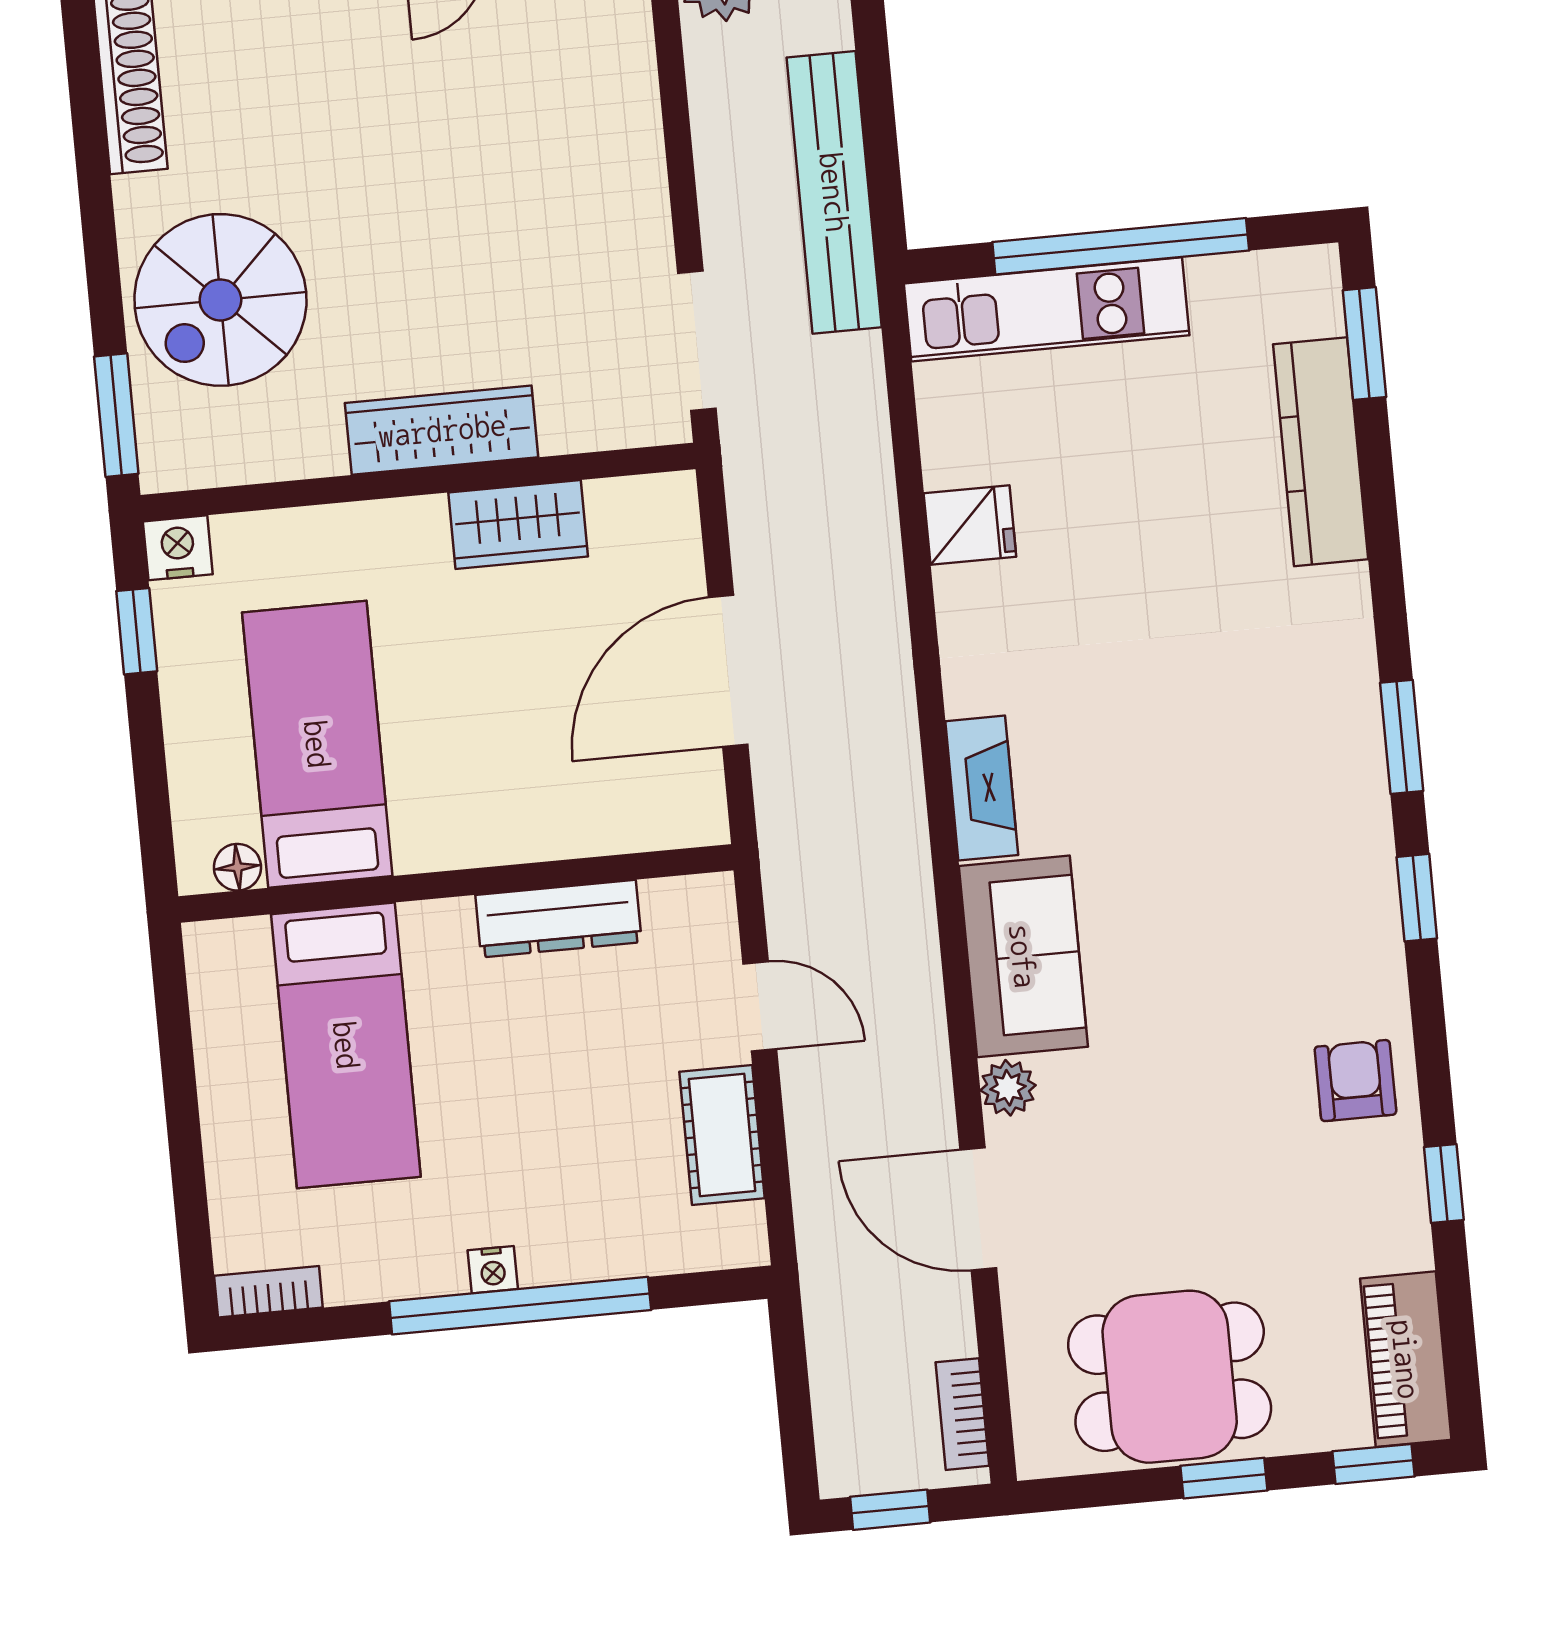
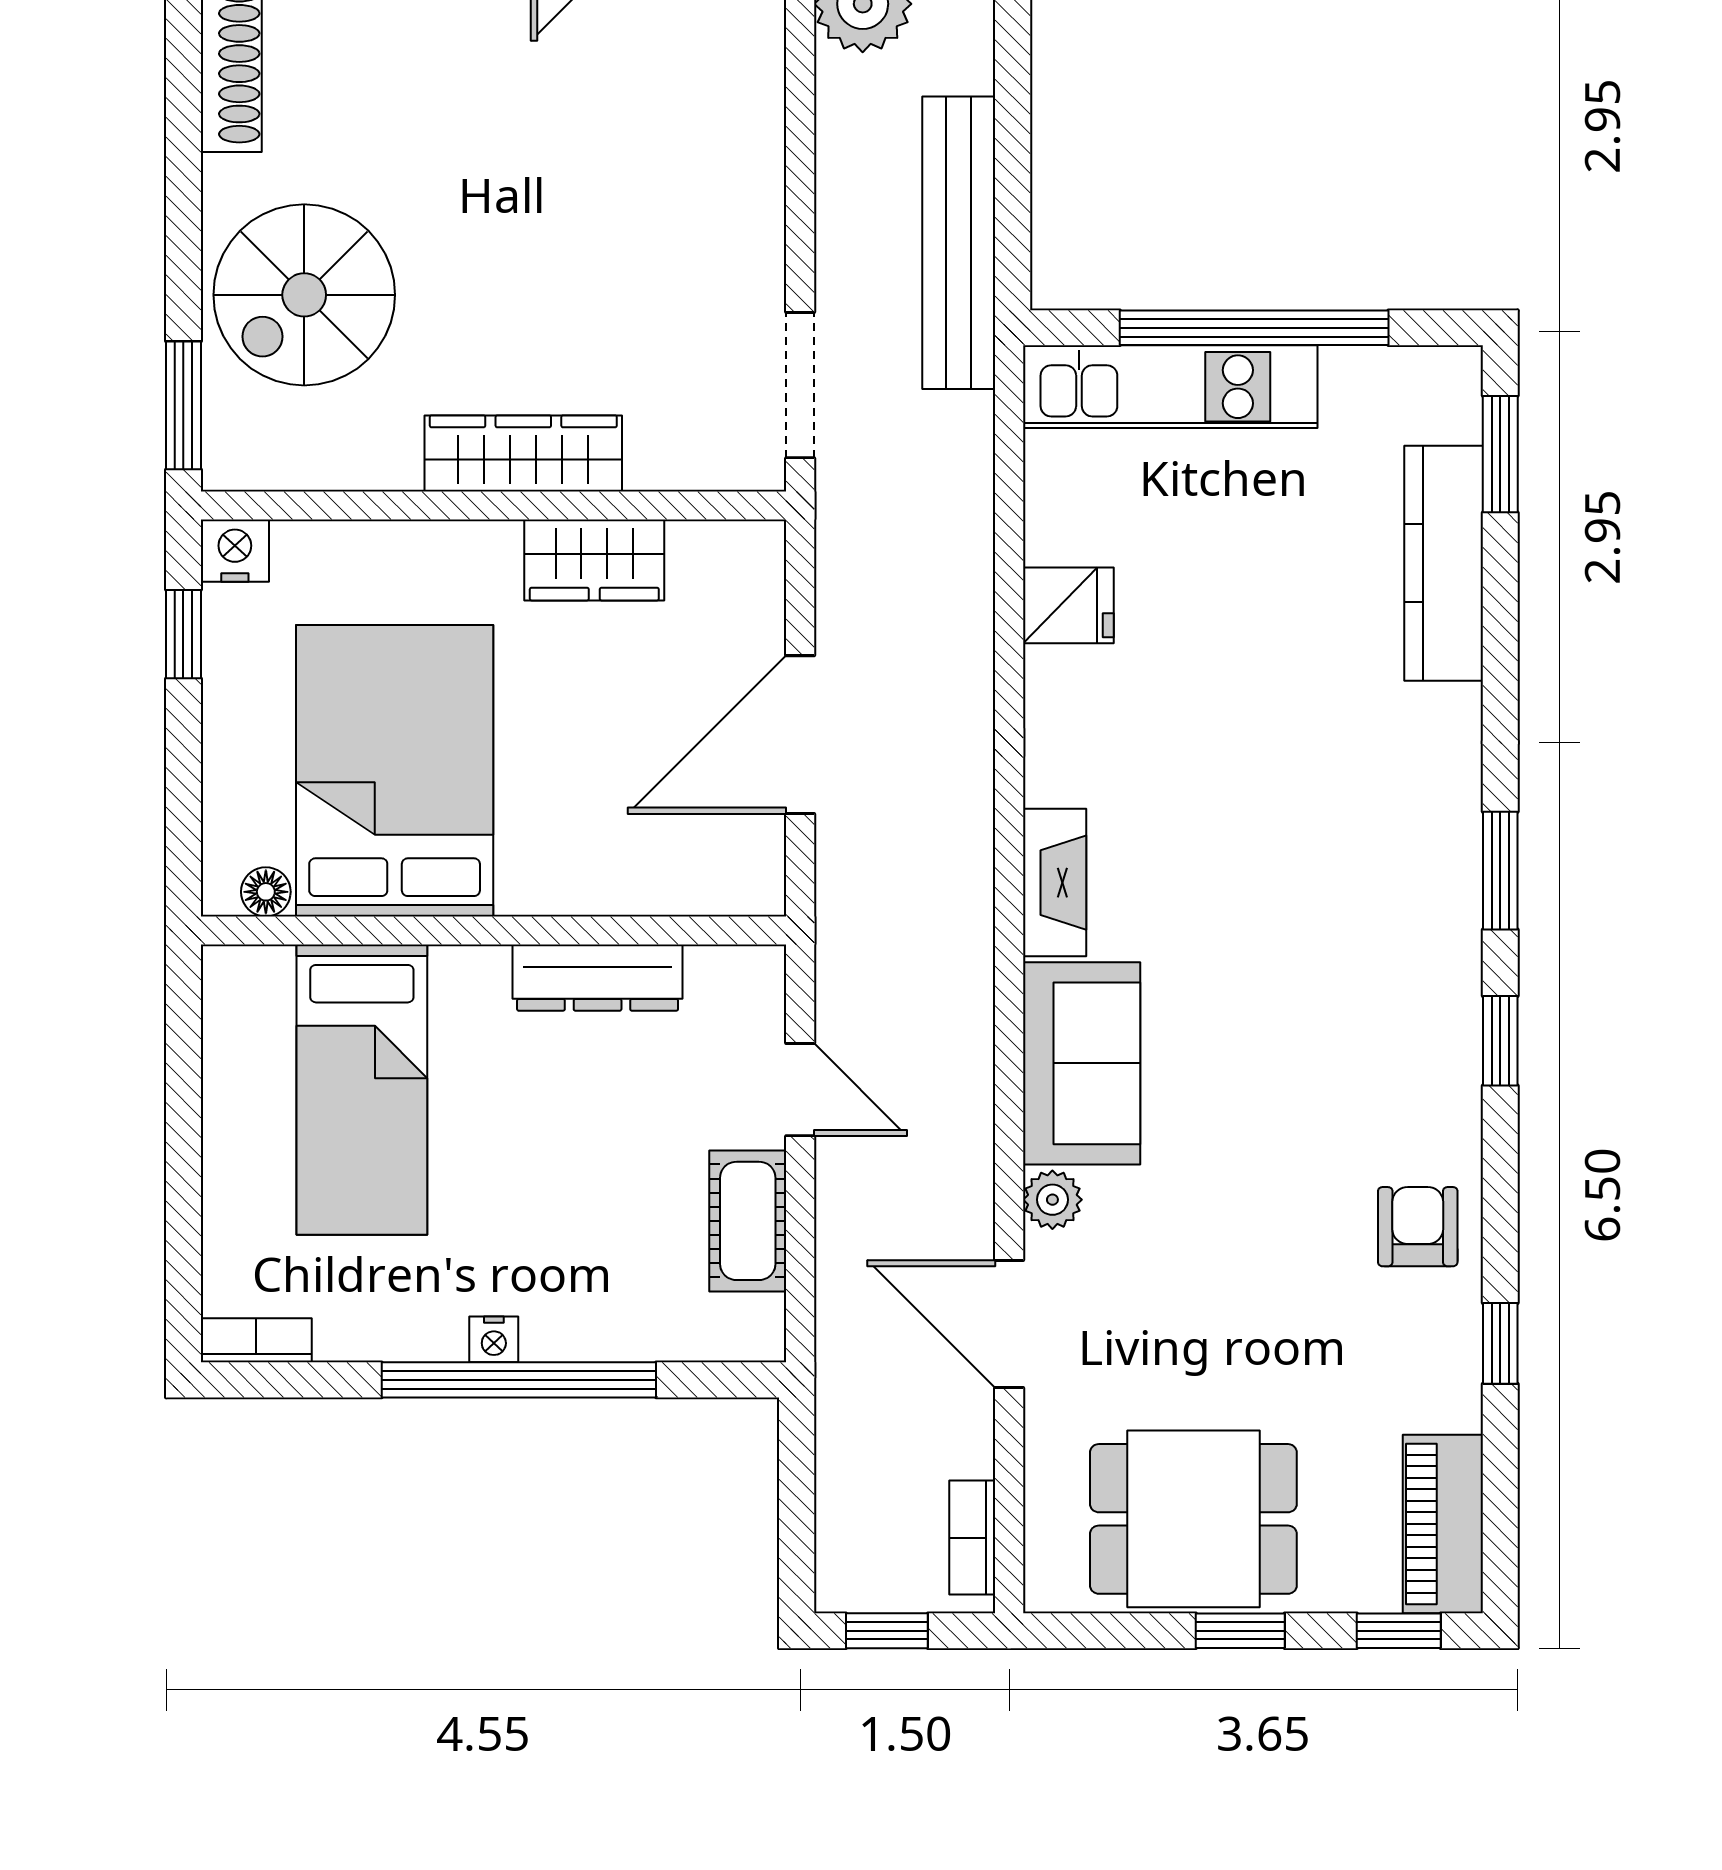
bed: (317, 744) -> (395, 771), width x1.50

